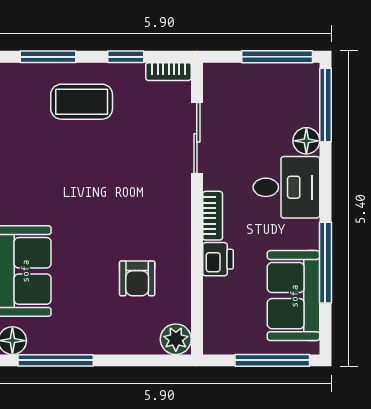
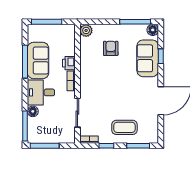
armchair: (137, 278) -> (111, 48), moved
sofa: (294, 296) -> (38, 61), moved

